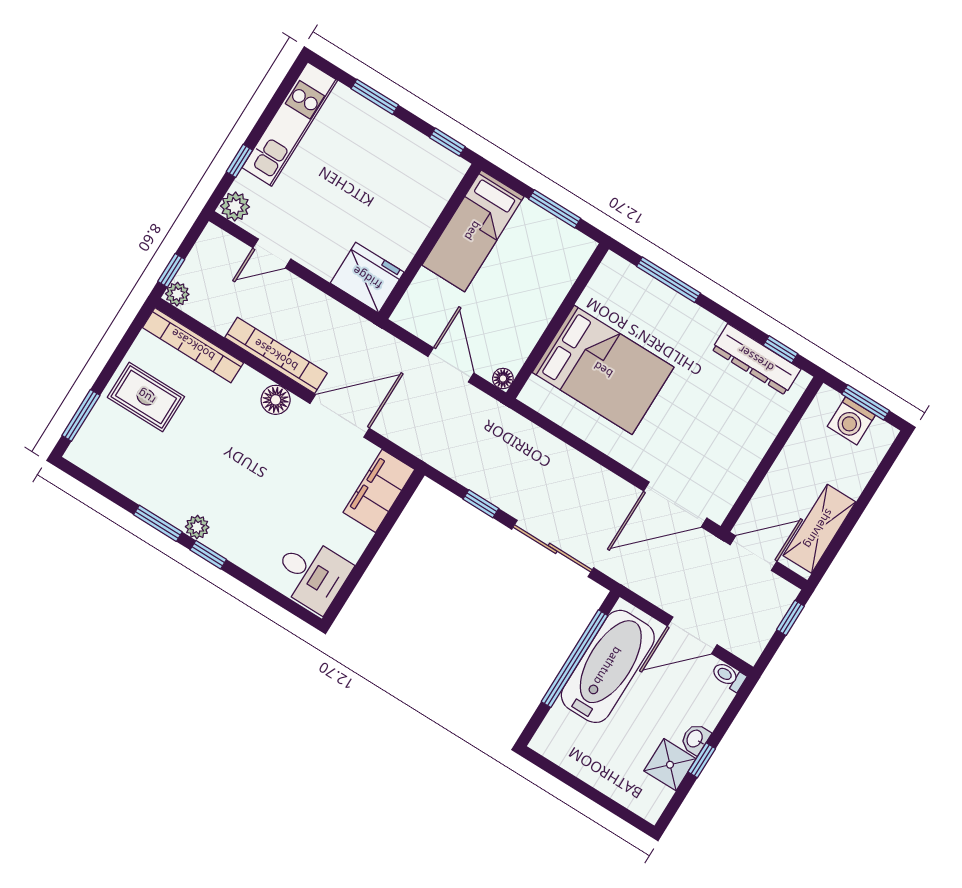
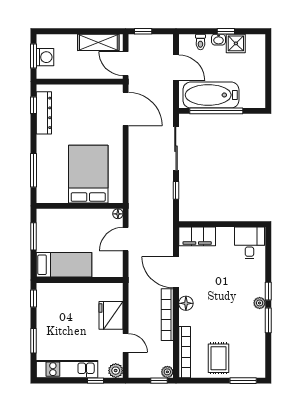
fridge: (367, 278) -> (111, 315), moved
toilet: (728, 676) -> (200, 42), moved

